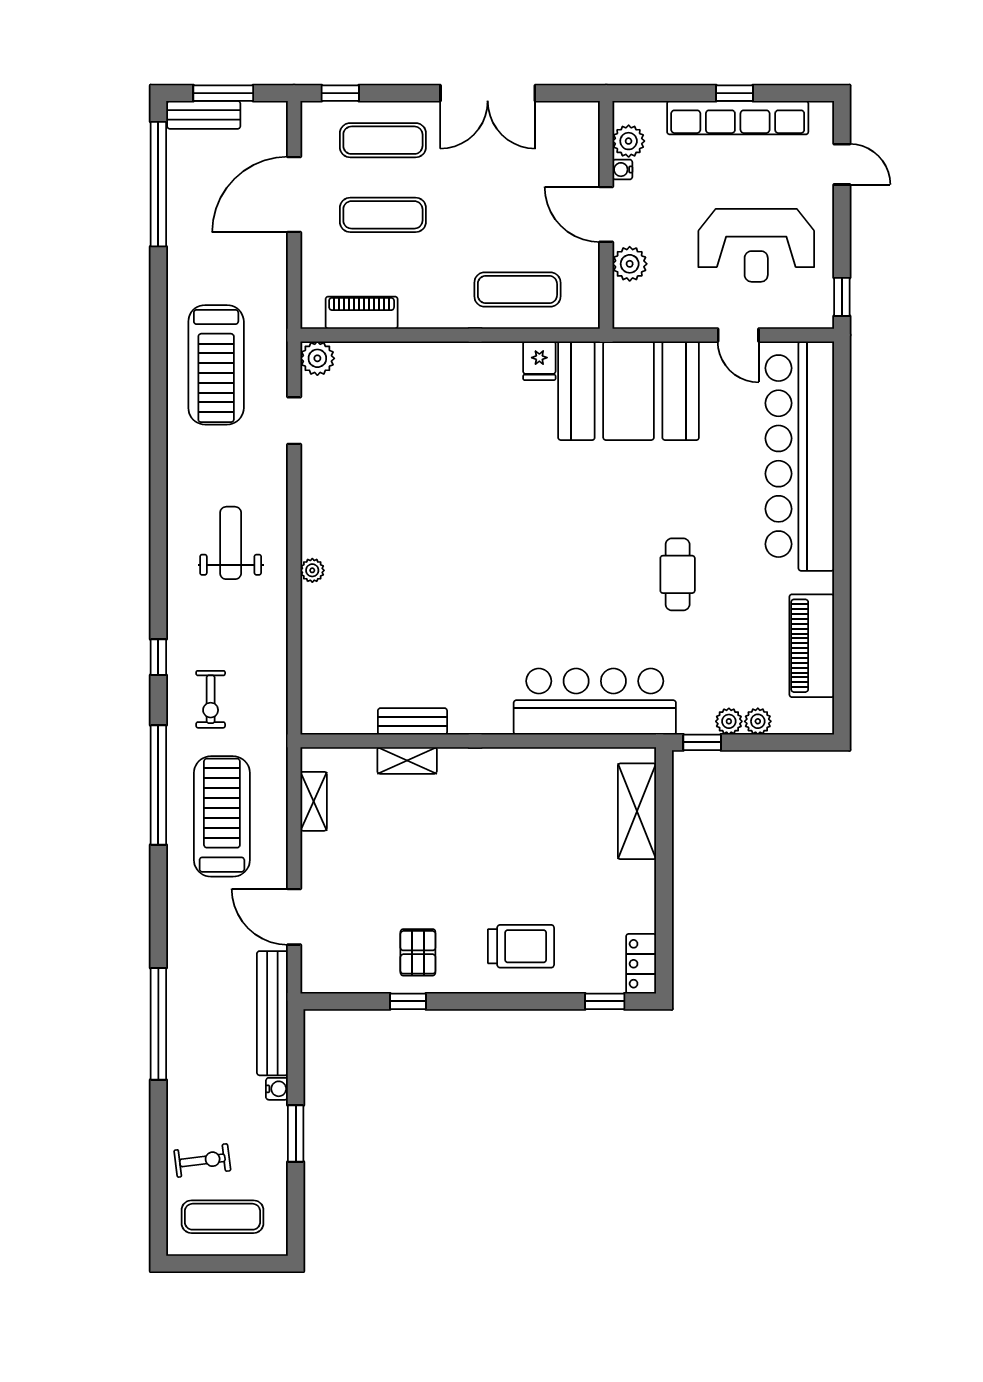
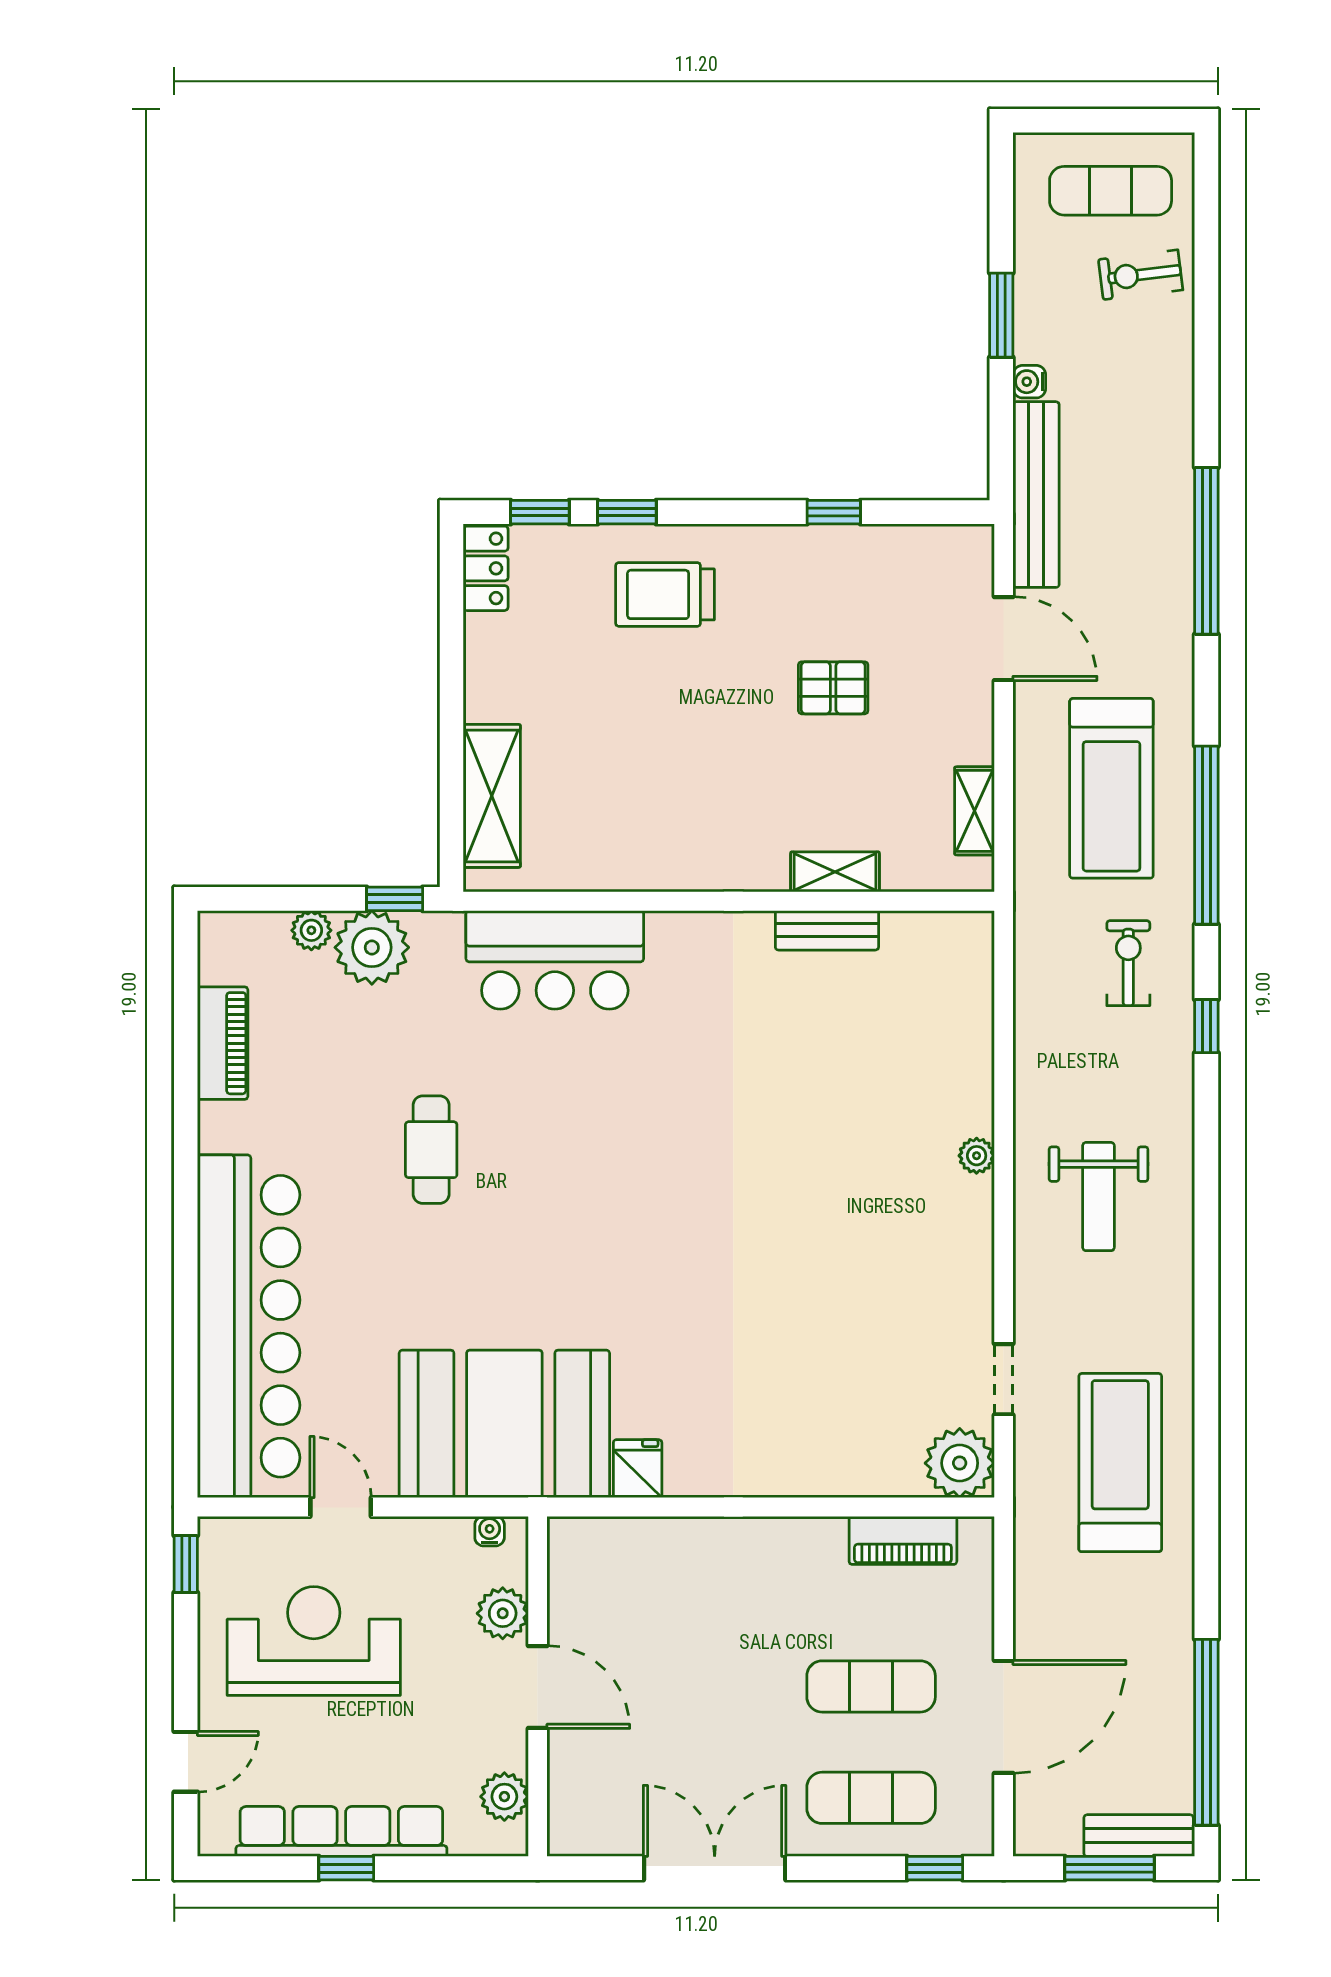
door: (842, 164) -> (186, 1762), swing flipped
water cooler: (622, 170) -> (490, 1531), moved, turned -90
exercise mat: (517, 289) -> (670, 1575), removed
plant: (317, 358) -> (960, 1463), width x1.36, depth x1.36
piano: (812, 646) -> (223, 1043), width x0.73, depth x0.75
bar counter: (595, 701) -> (555, 960), width x0.73
plant: (729, 721) -> (372, 947), width x1.88, depth x1.88
pallet: (418, 952) -> (833, 688), moved, turned 90
window: (546, 1001) -> (627, 512), added
window: (158, 1024) -> (1206, 551), moved

